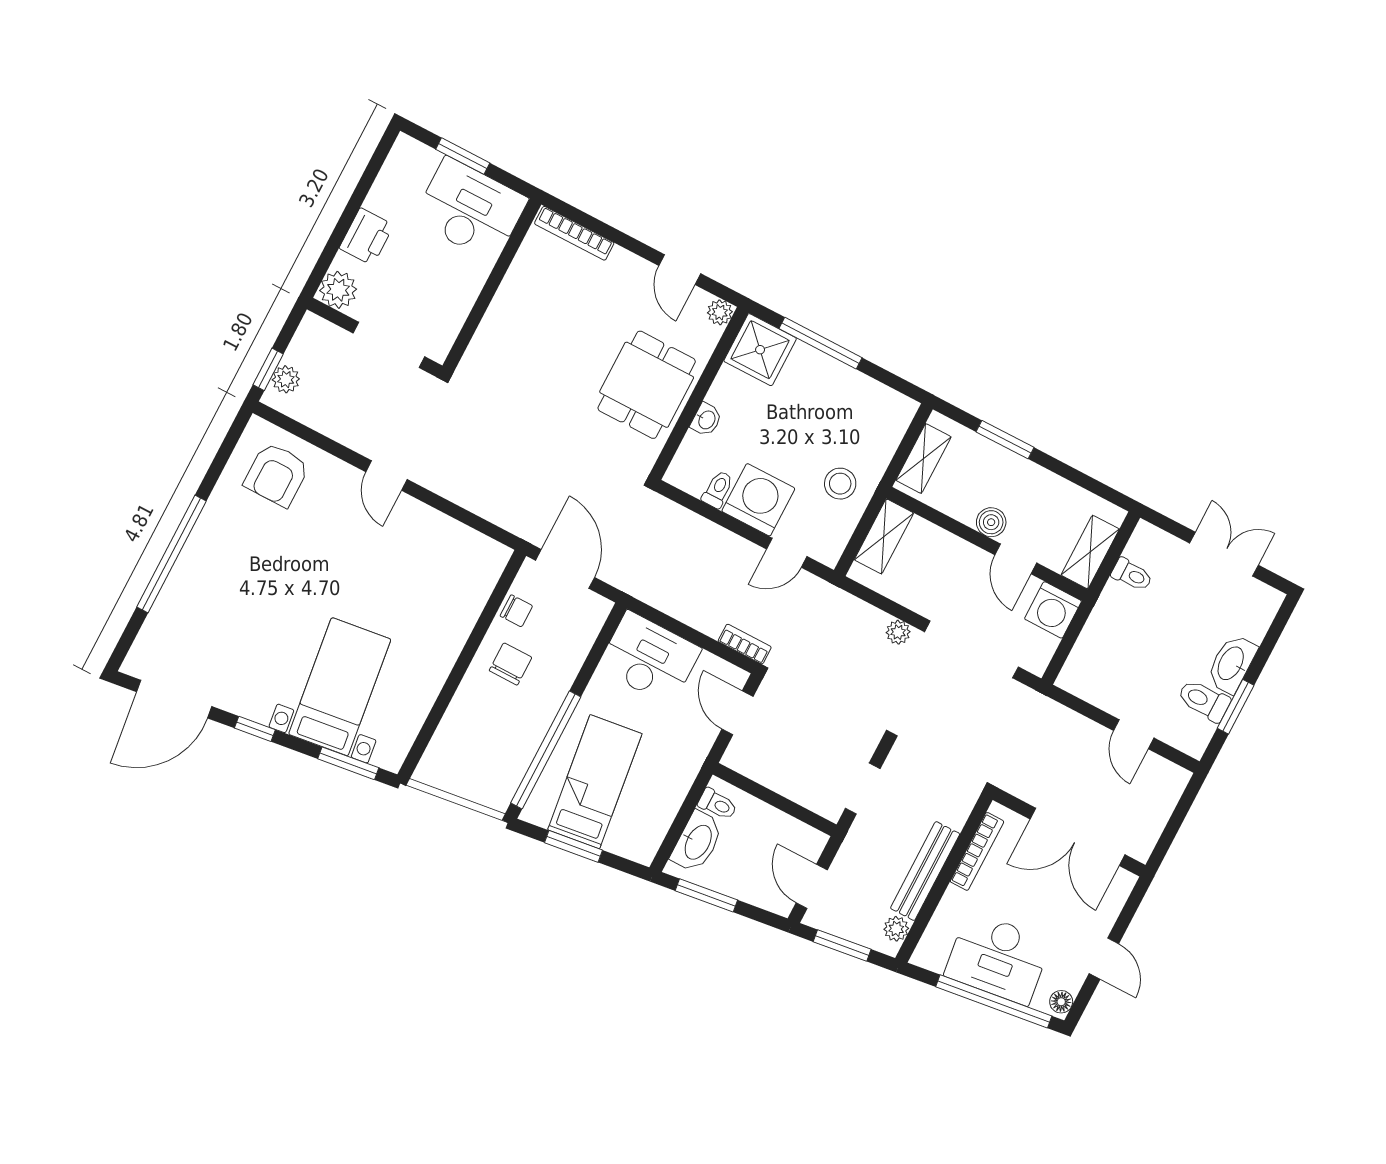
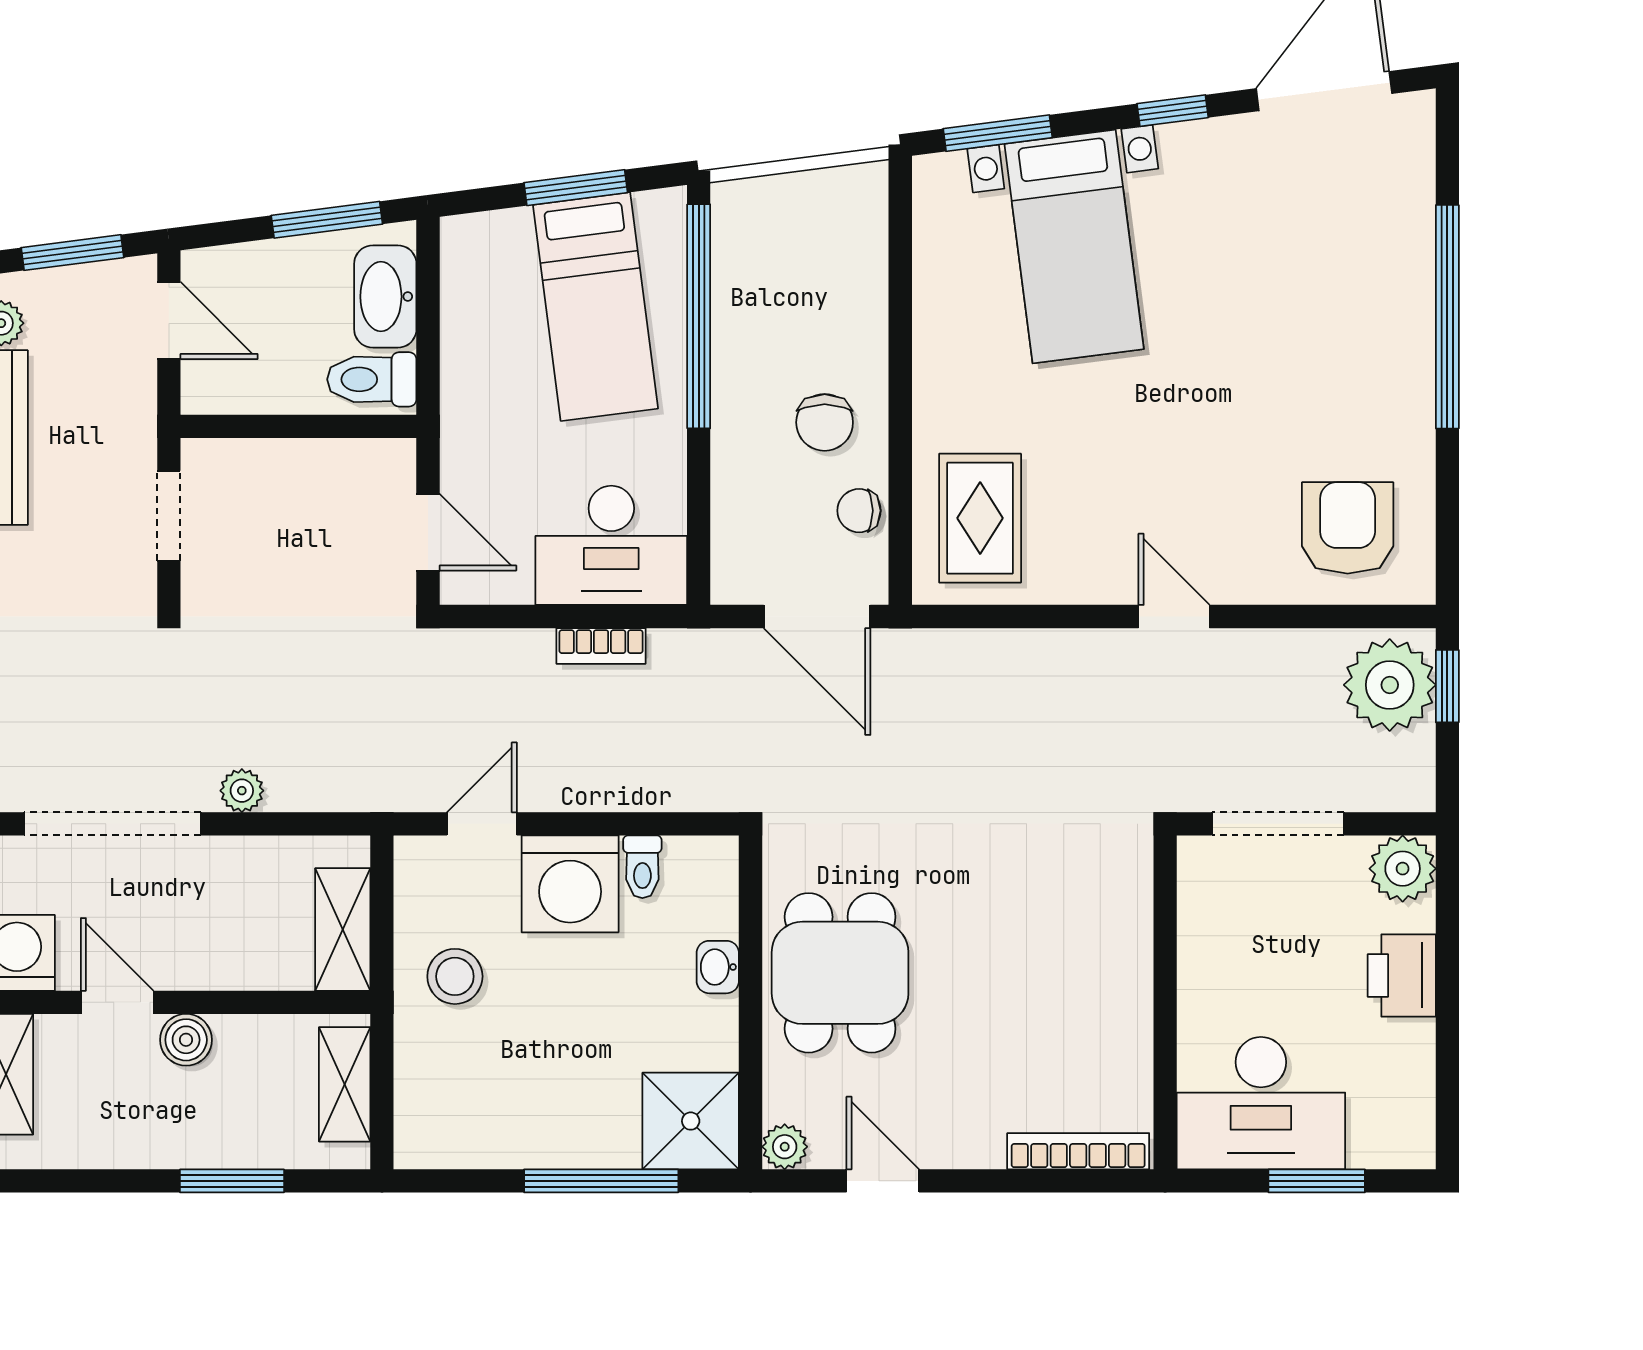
plant: (286, 379) -> (1390, 685), width x1.88, depth x1.88
rug: (458, 576) -> (980, 518), added
bookcase: (745, 644) -> (601, 646), moved
toilet: (717, 804) -> (372, 379), width x1.37, depth x1.39

